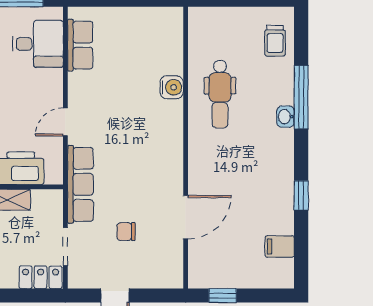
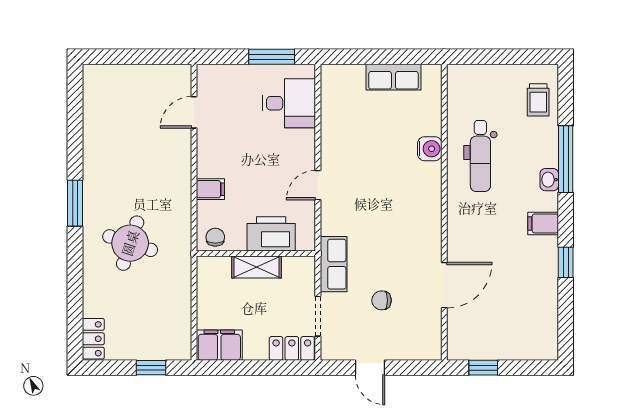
row of seats: (80, 45) -> (393, 77), moved, turned 90
row of seats: (80, 184) -> (334, 264), width x0.68
filing cabinet: (280, 246) -> (543, 223), moved

